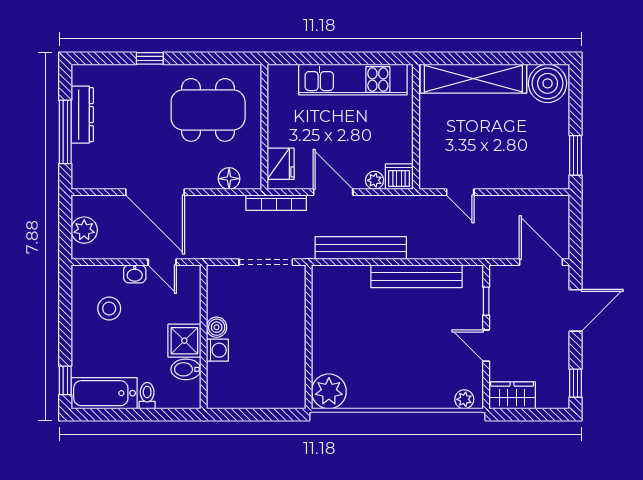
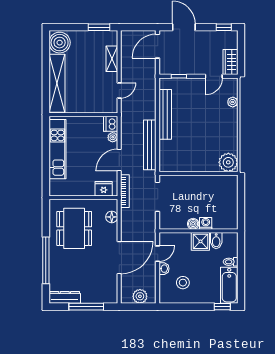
window: (150, 58) -> (46, 260), width x3.17
dresser: (82, 115) -> (65, 297), moved
shelving: (518, 179) -> (112, 59), added
door: (486, 346) -> (214, 76), moved
plant: (464, 399) -> (233, 102), moved

